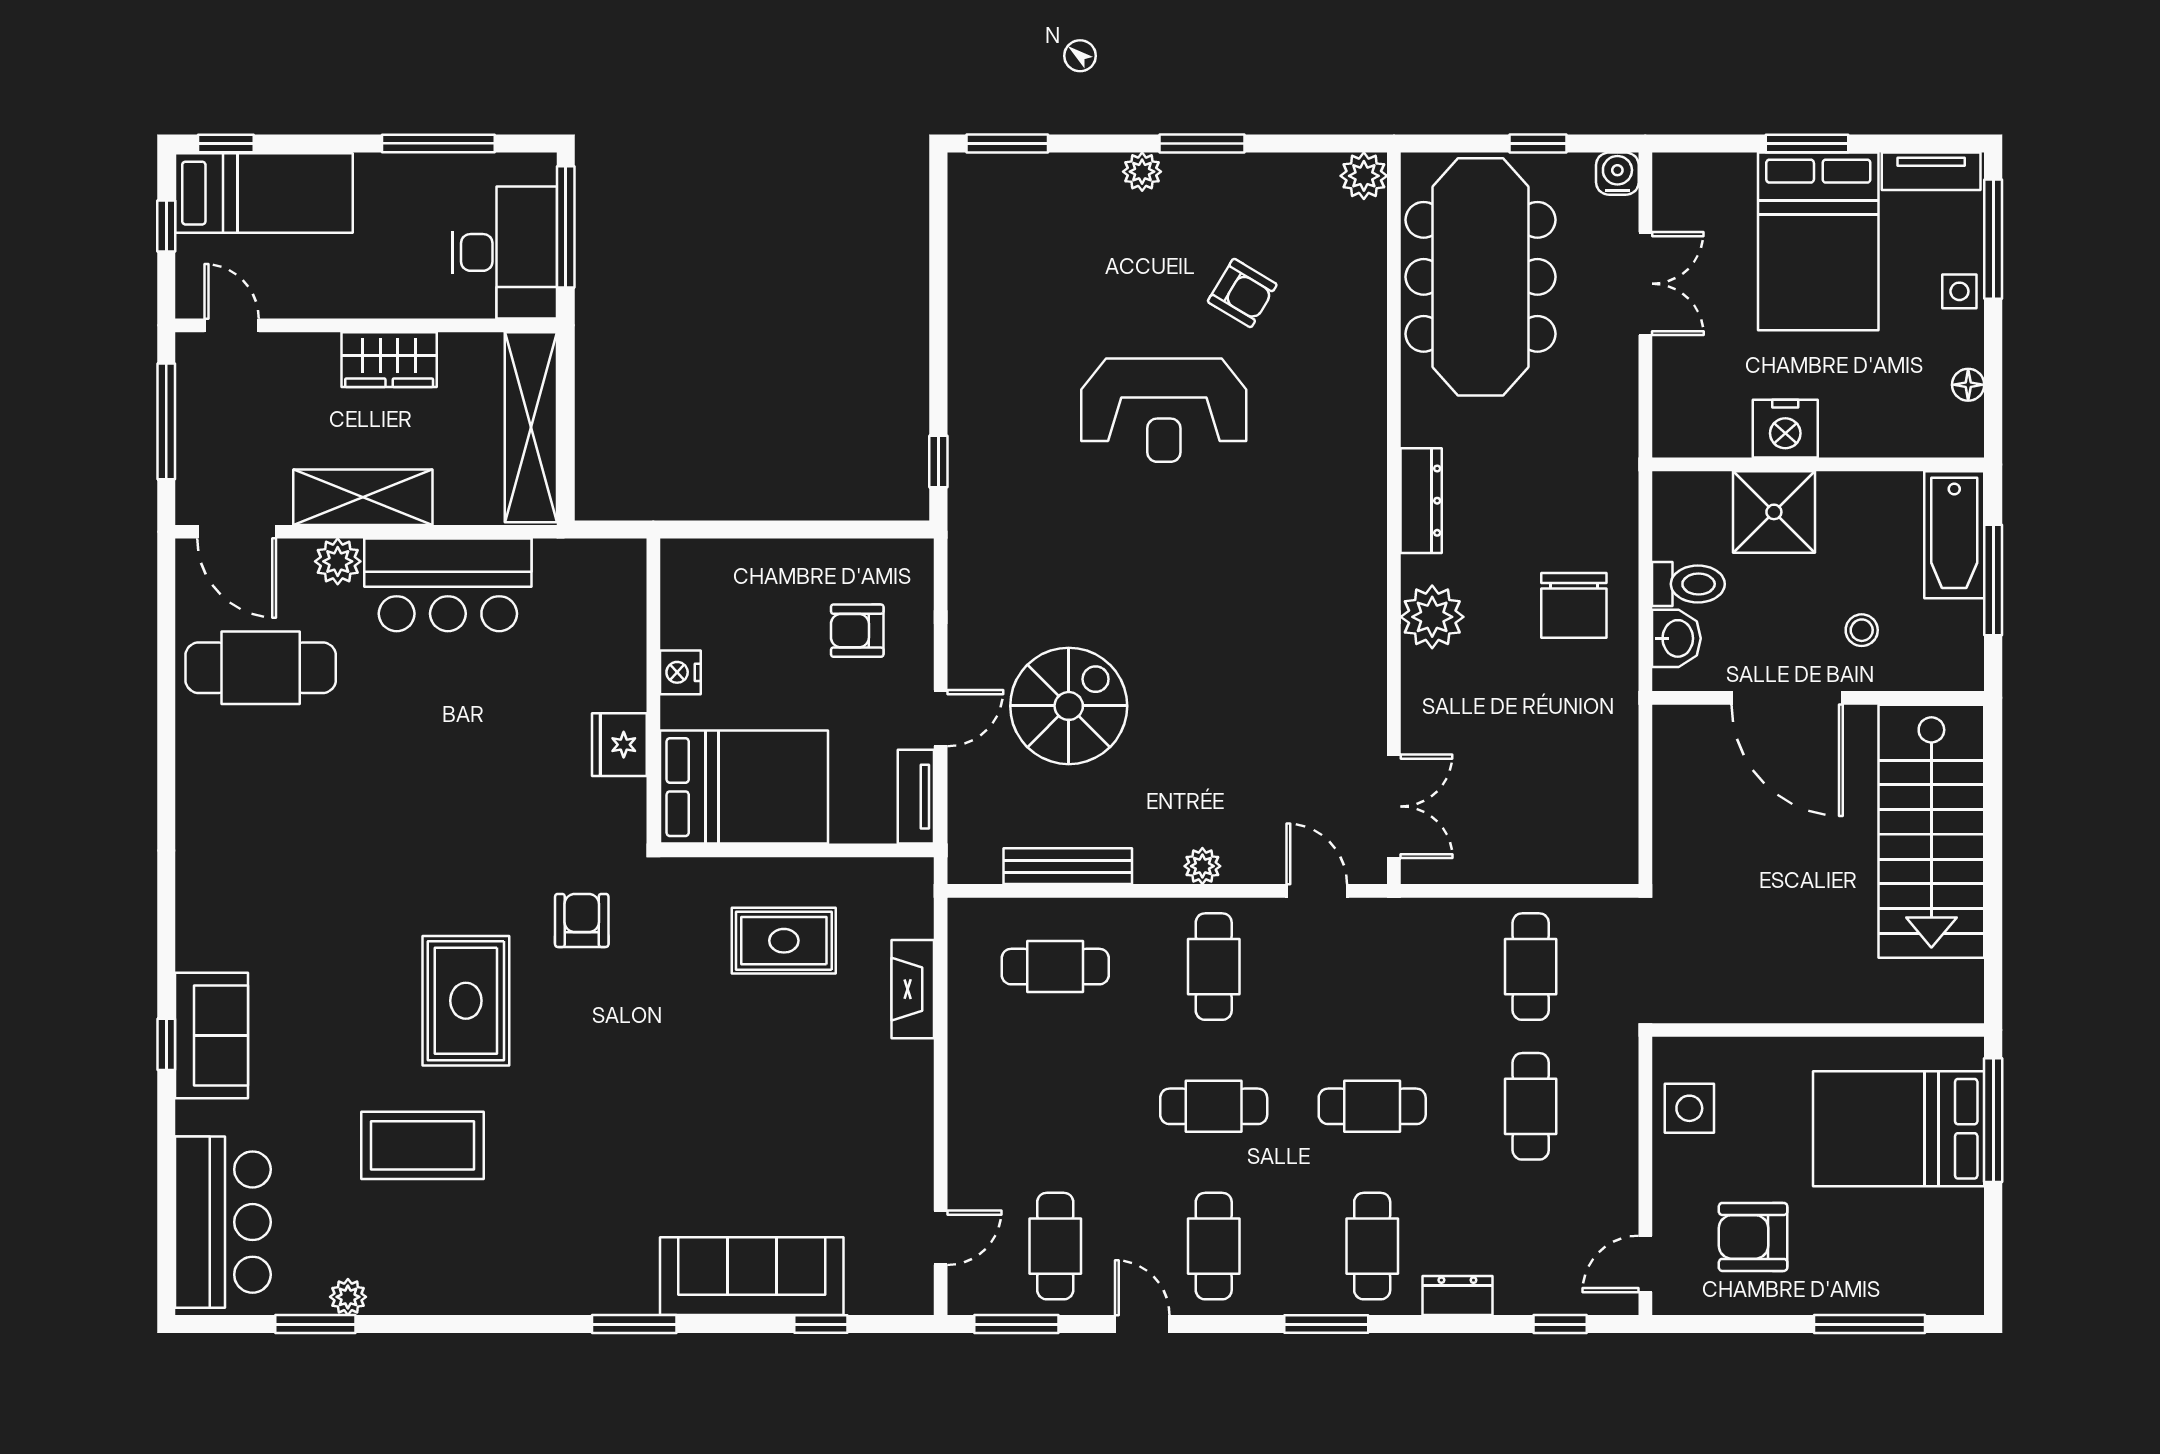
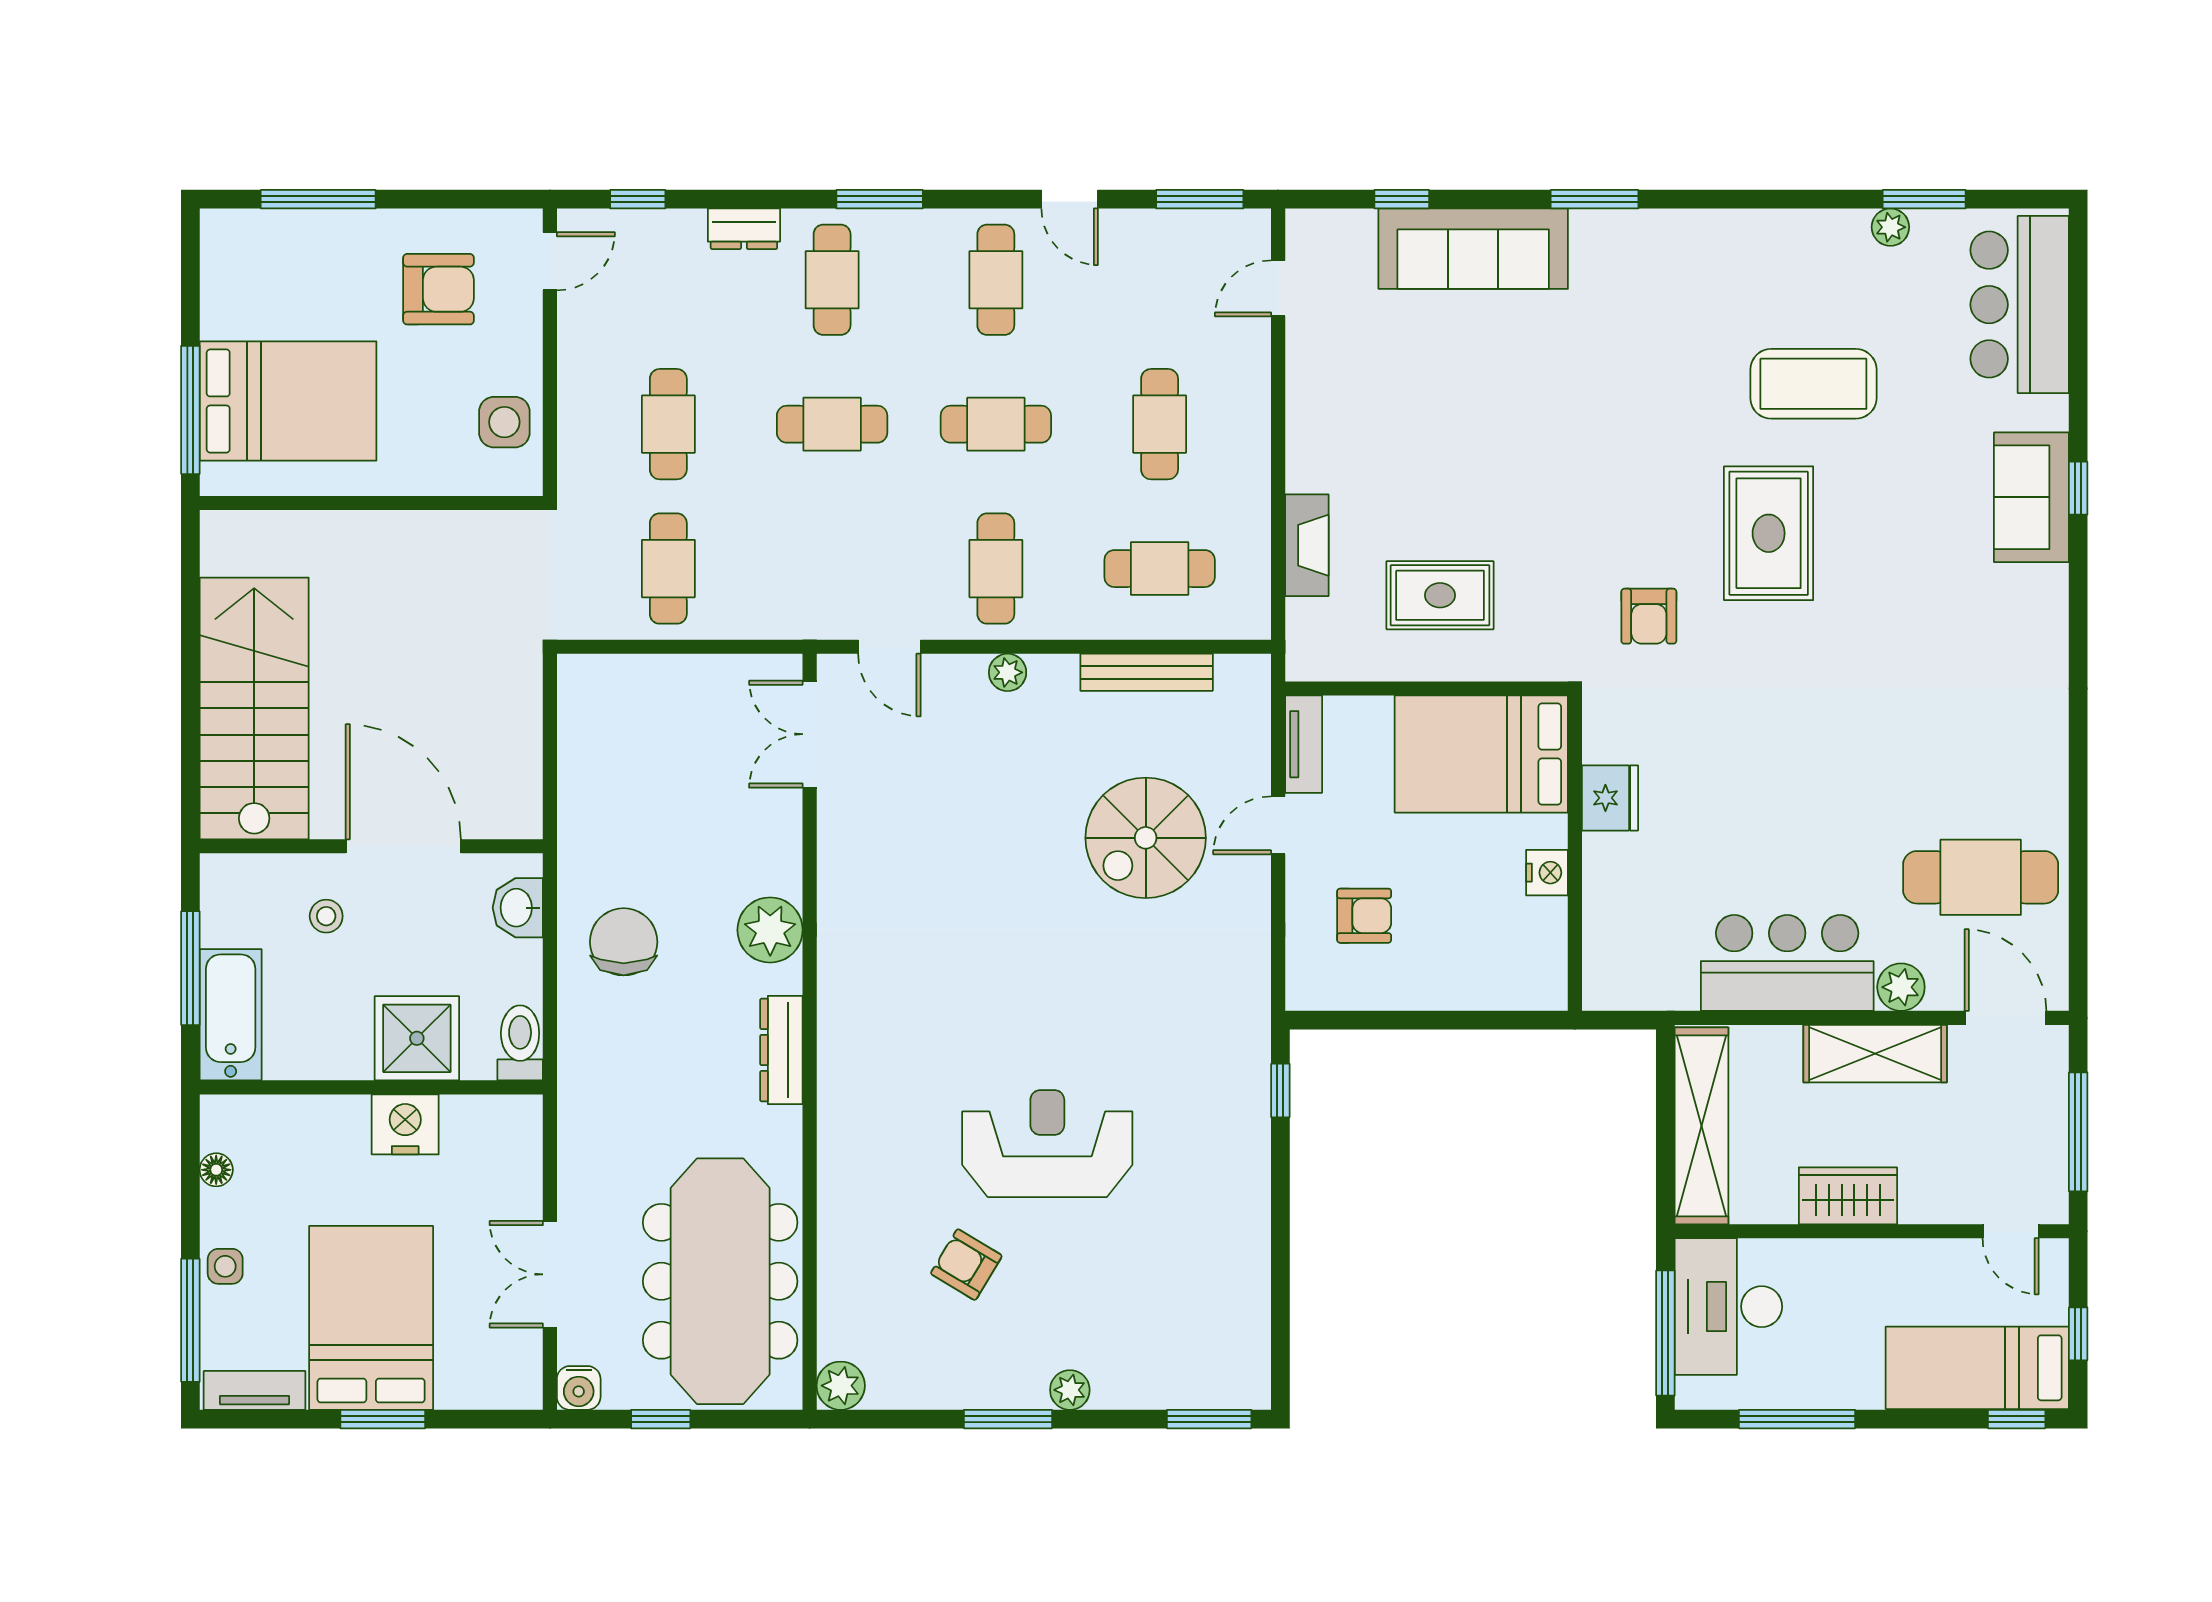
toilet: (1688, 584) -> (520, 1043), moved, turned 90
cafe table: (1055, 1246) -> (1160, 424), moved

